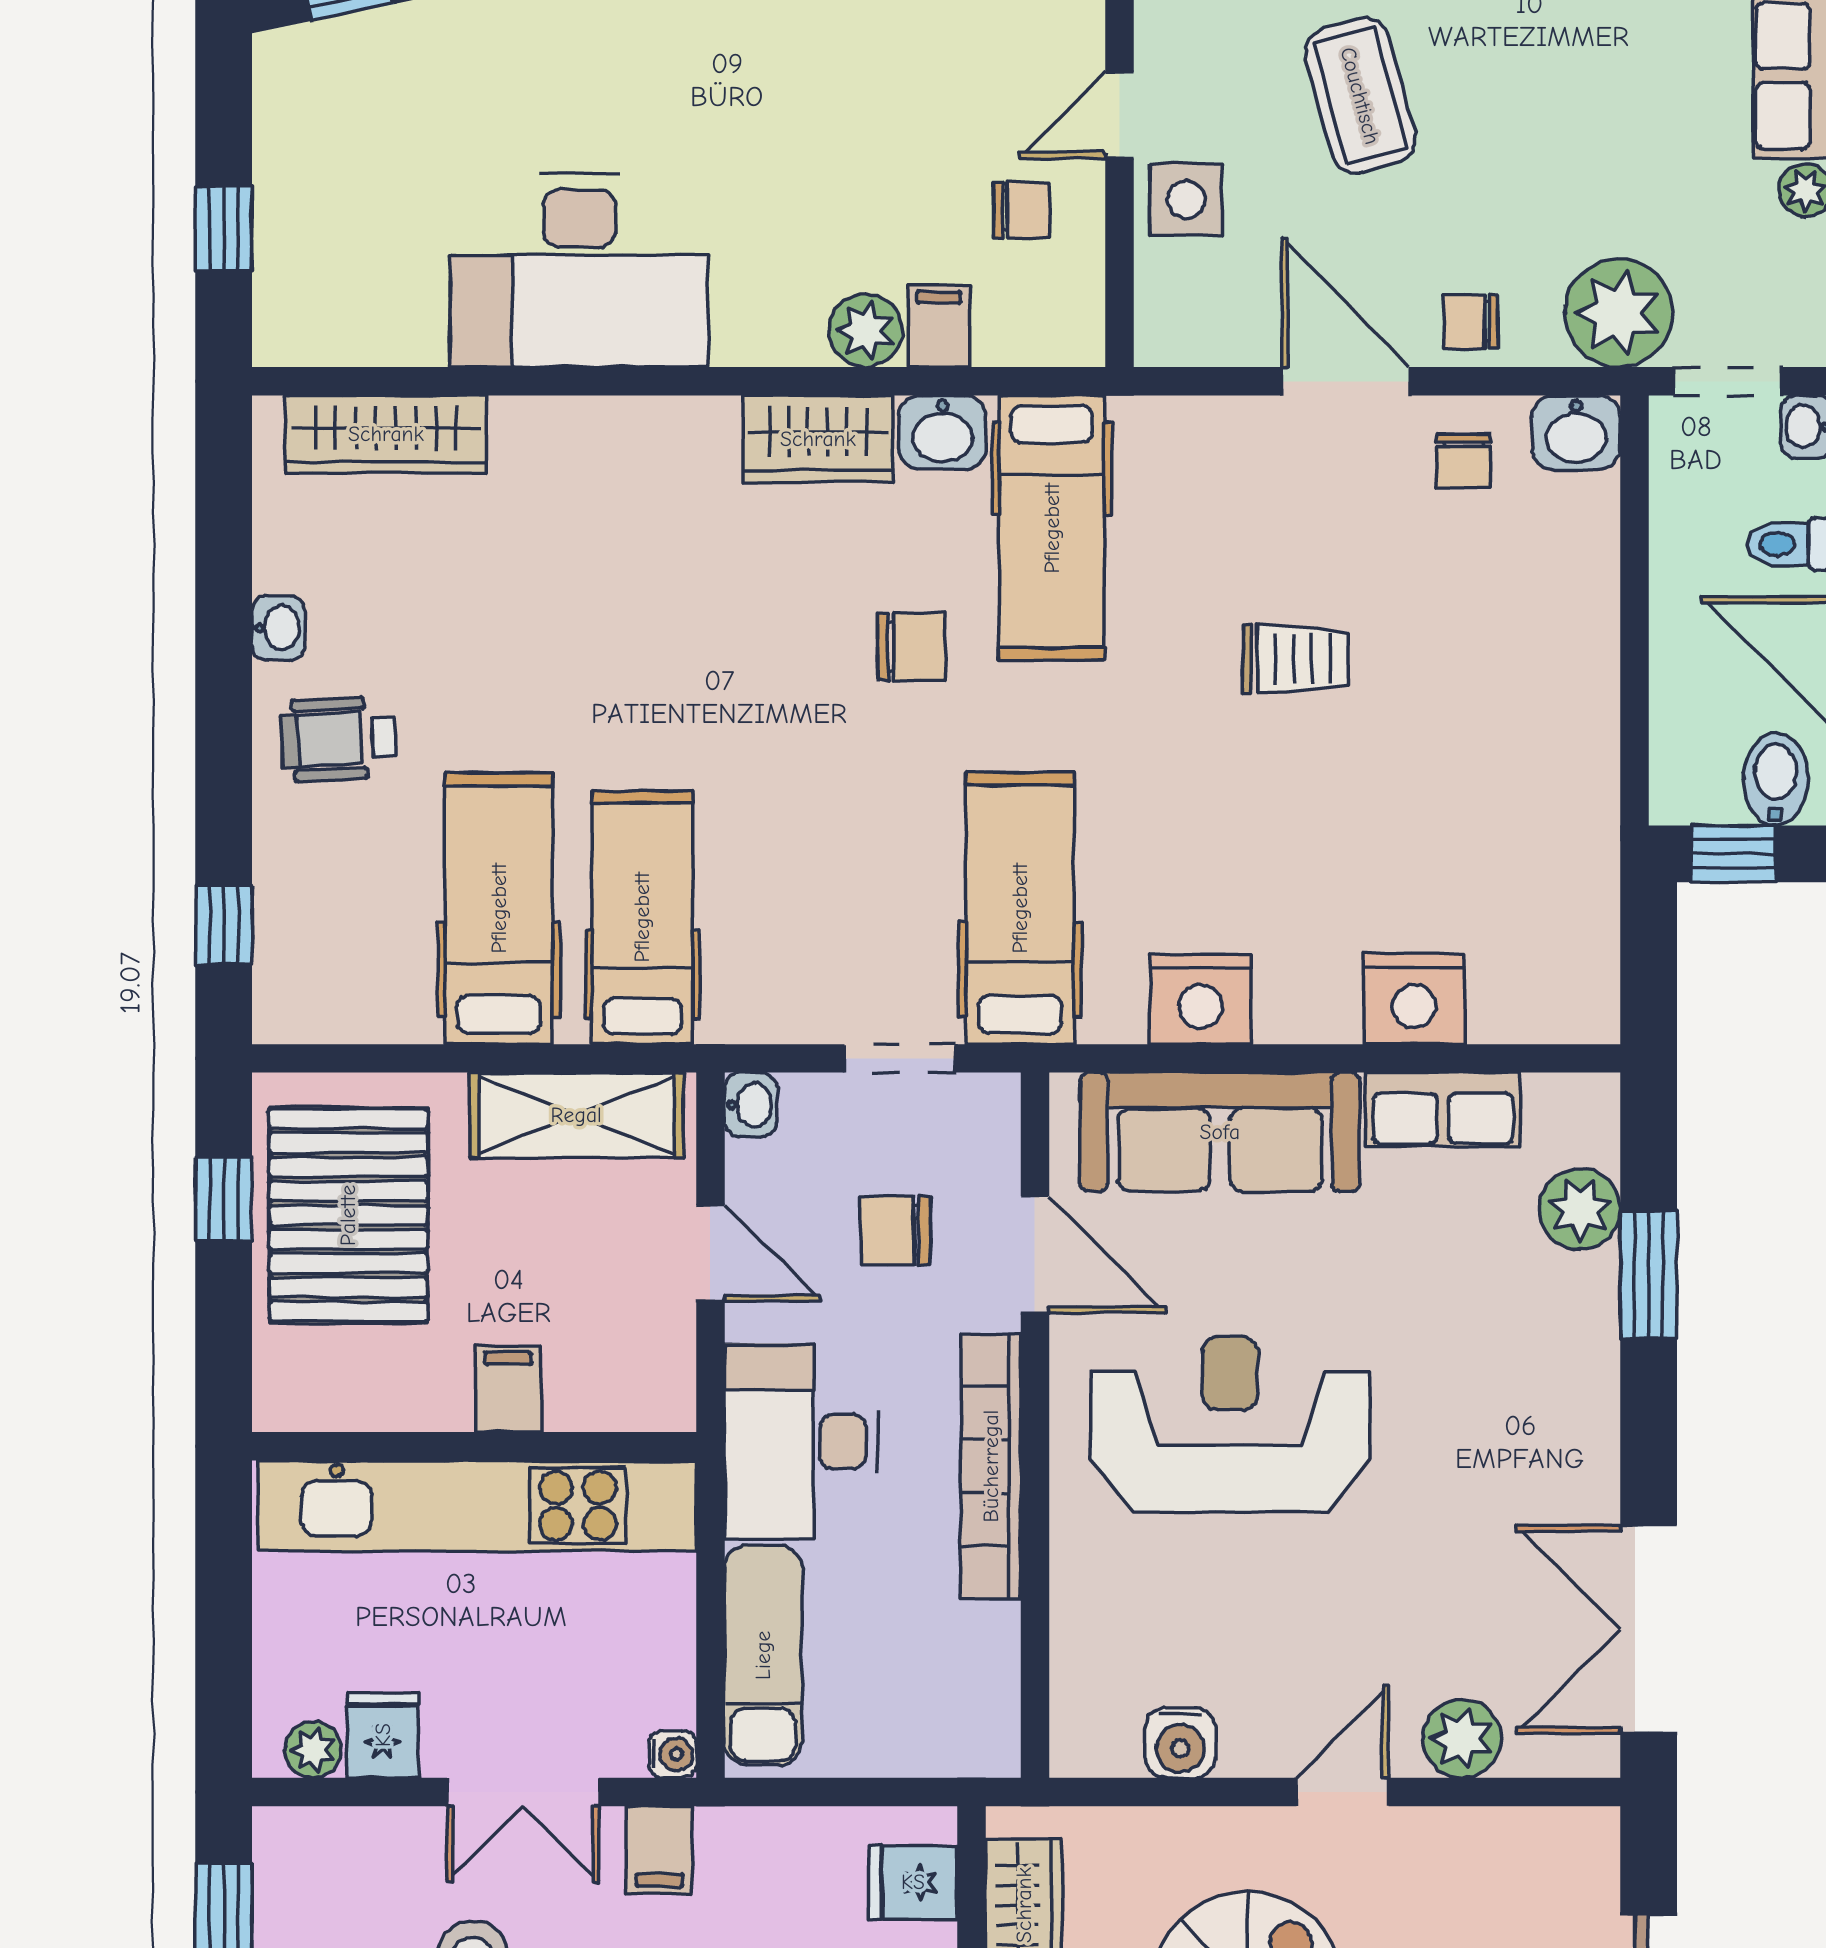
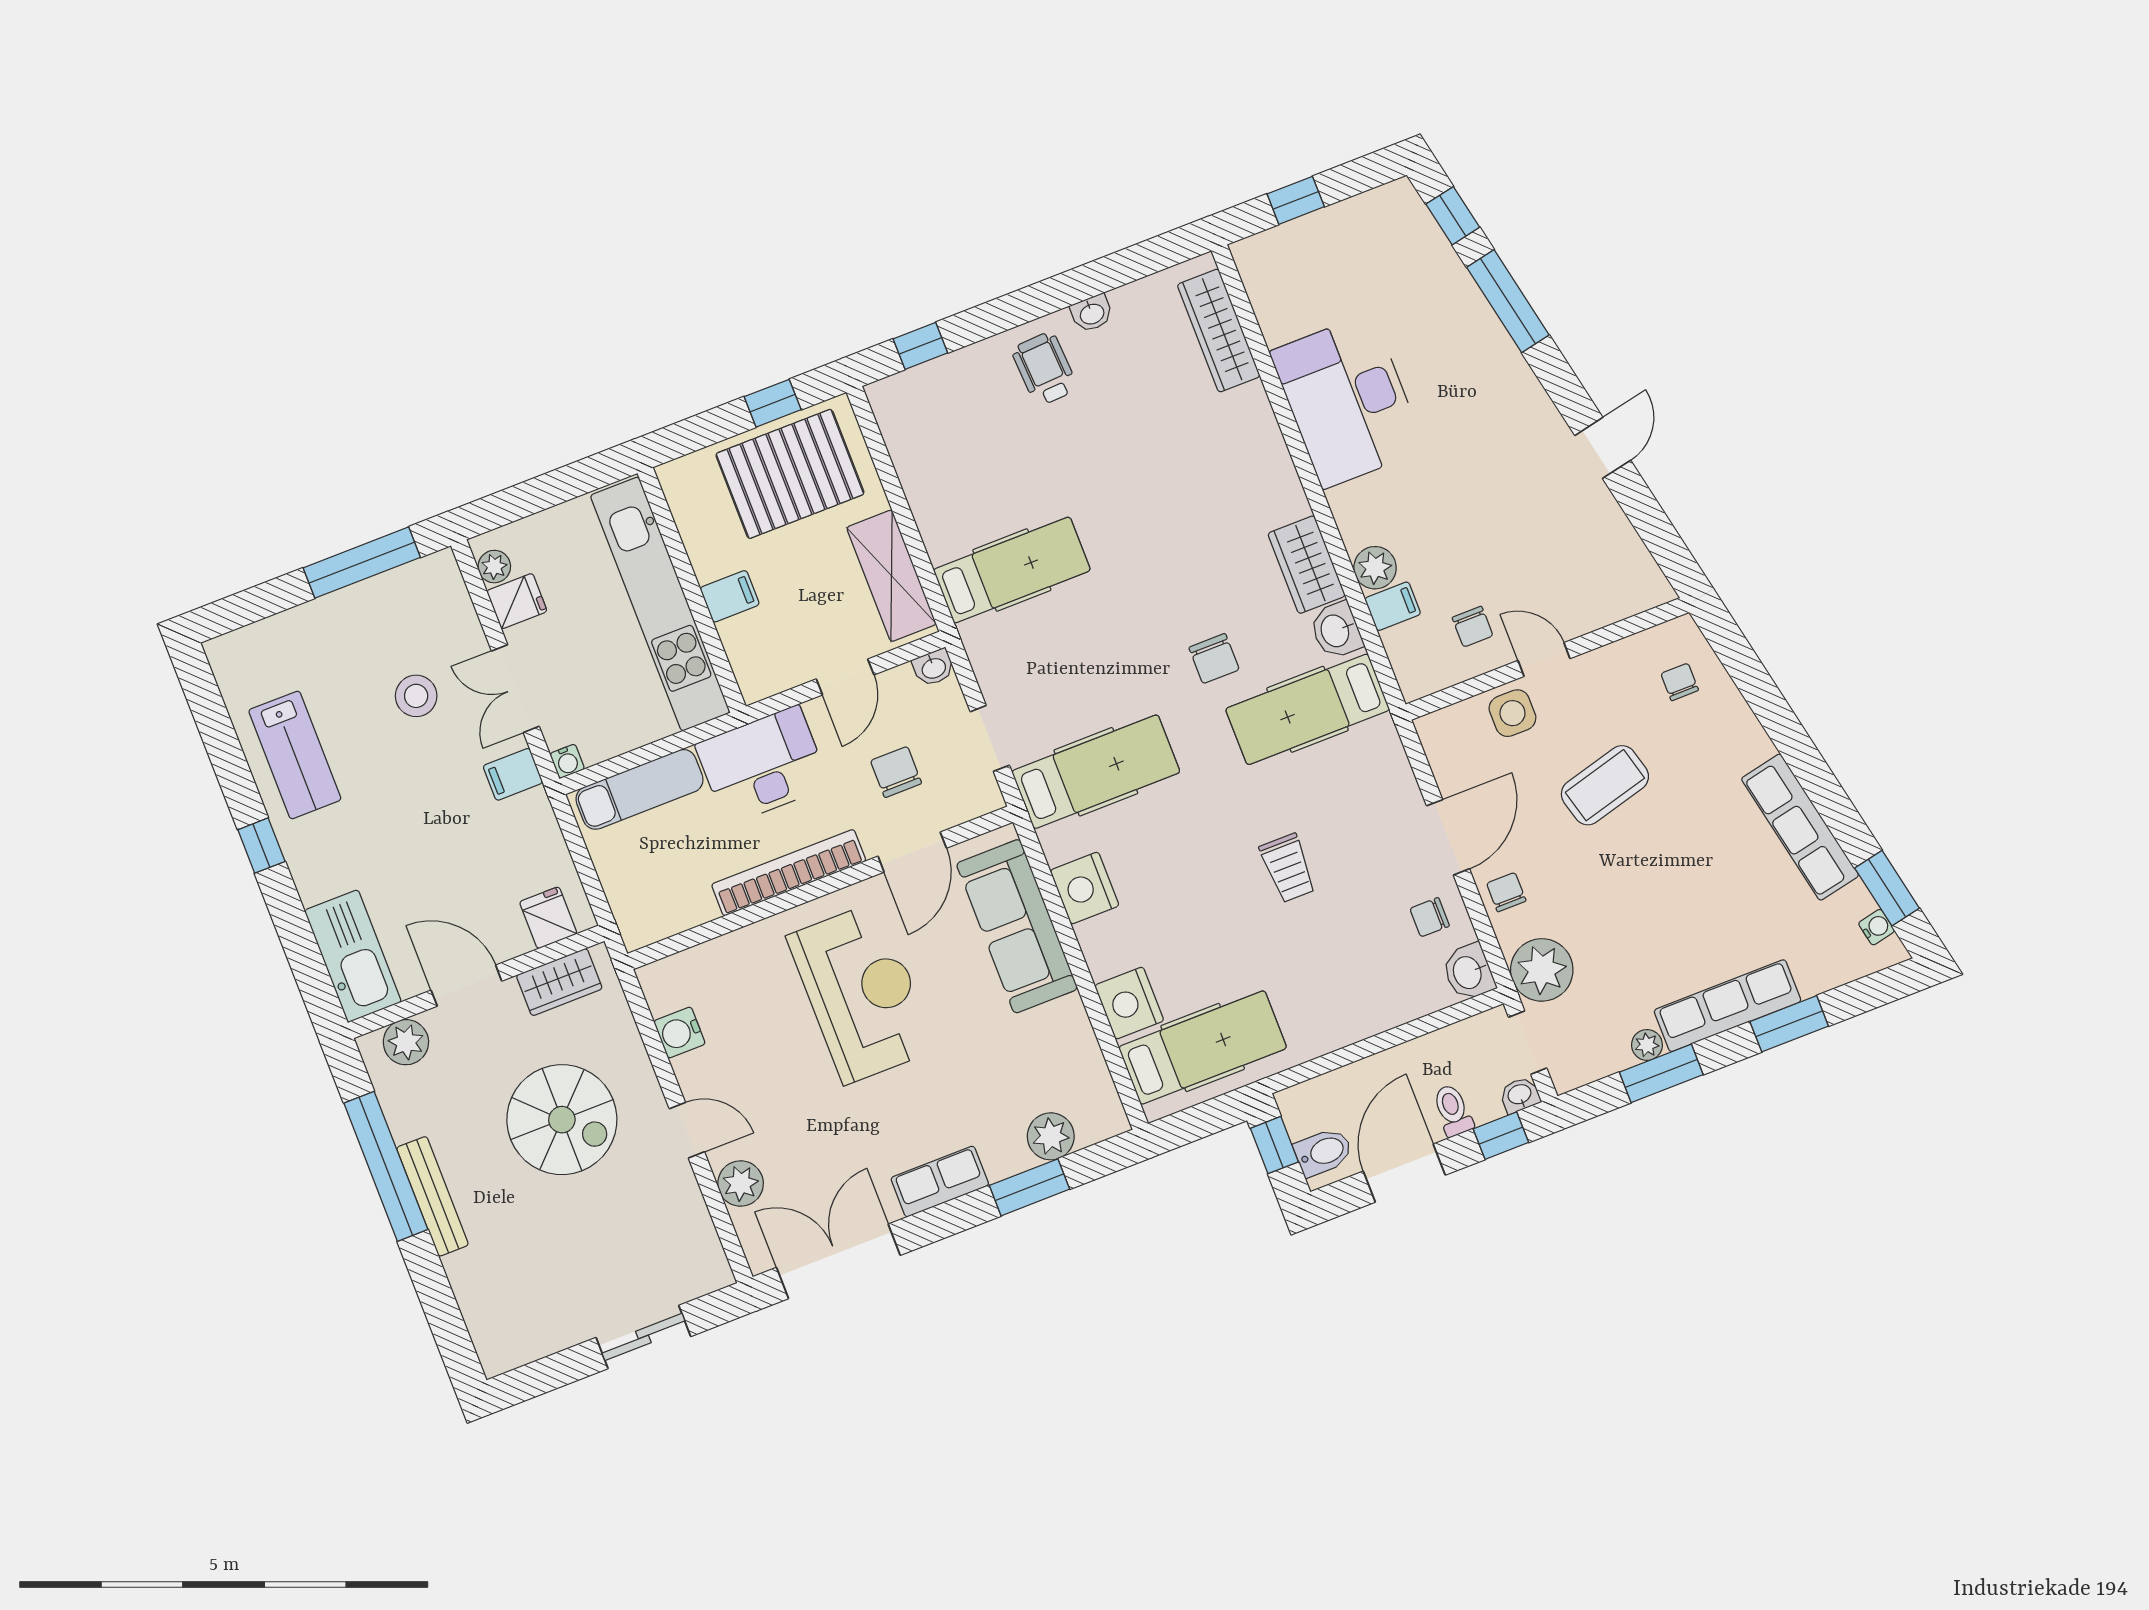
hospital bed: (499, 908) -> (1203, 1047), moved
row of seats: (1443, 1110) -> (940, 1182), moved, turned 90

